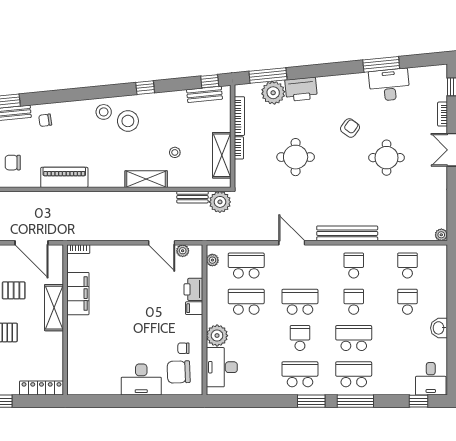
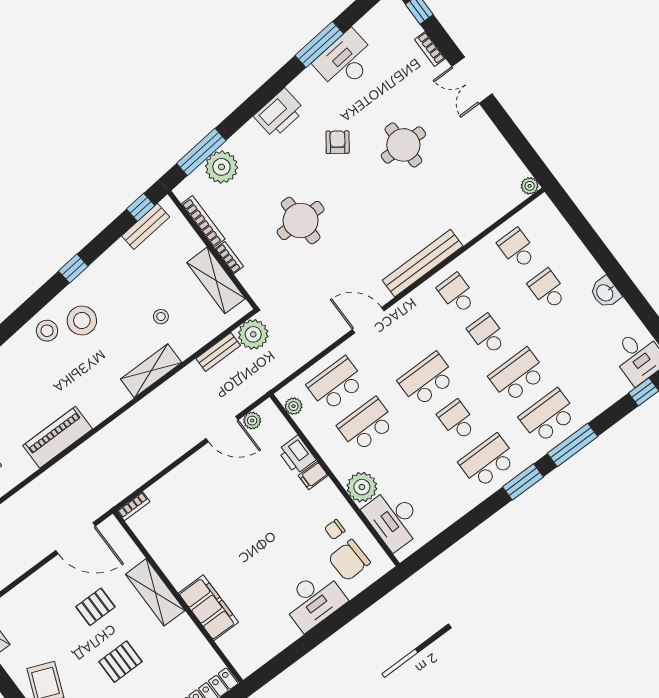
printer: (301, 89) -> (279, 113), moved
filing cabinet: (78, 294) -> (208, 608), moved

